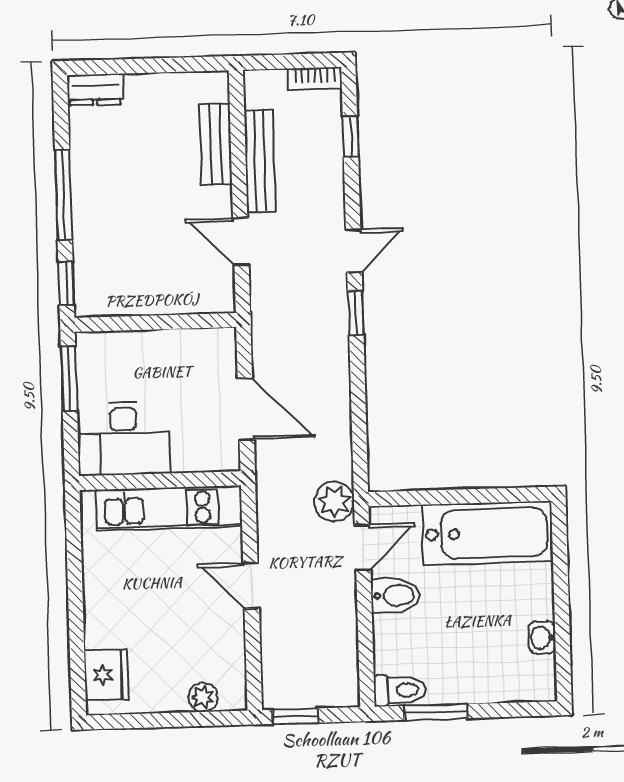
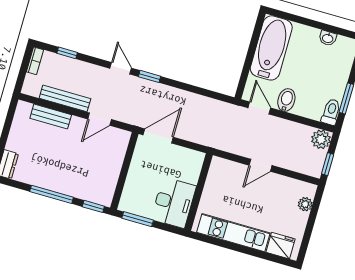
door: (246, 409) -> (158, 136), moved
plant: (334, 501) -> (321, 139), moved
kitchen unit: (169, 508) -> (233, 233), moved, turned -90

